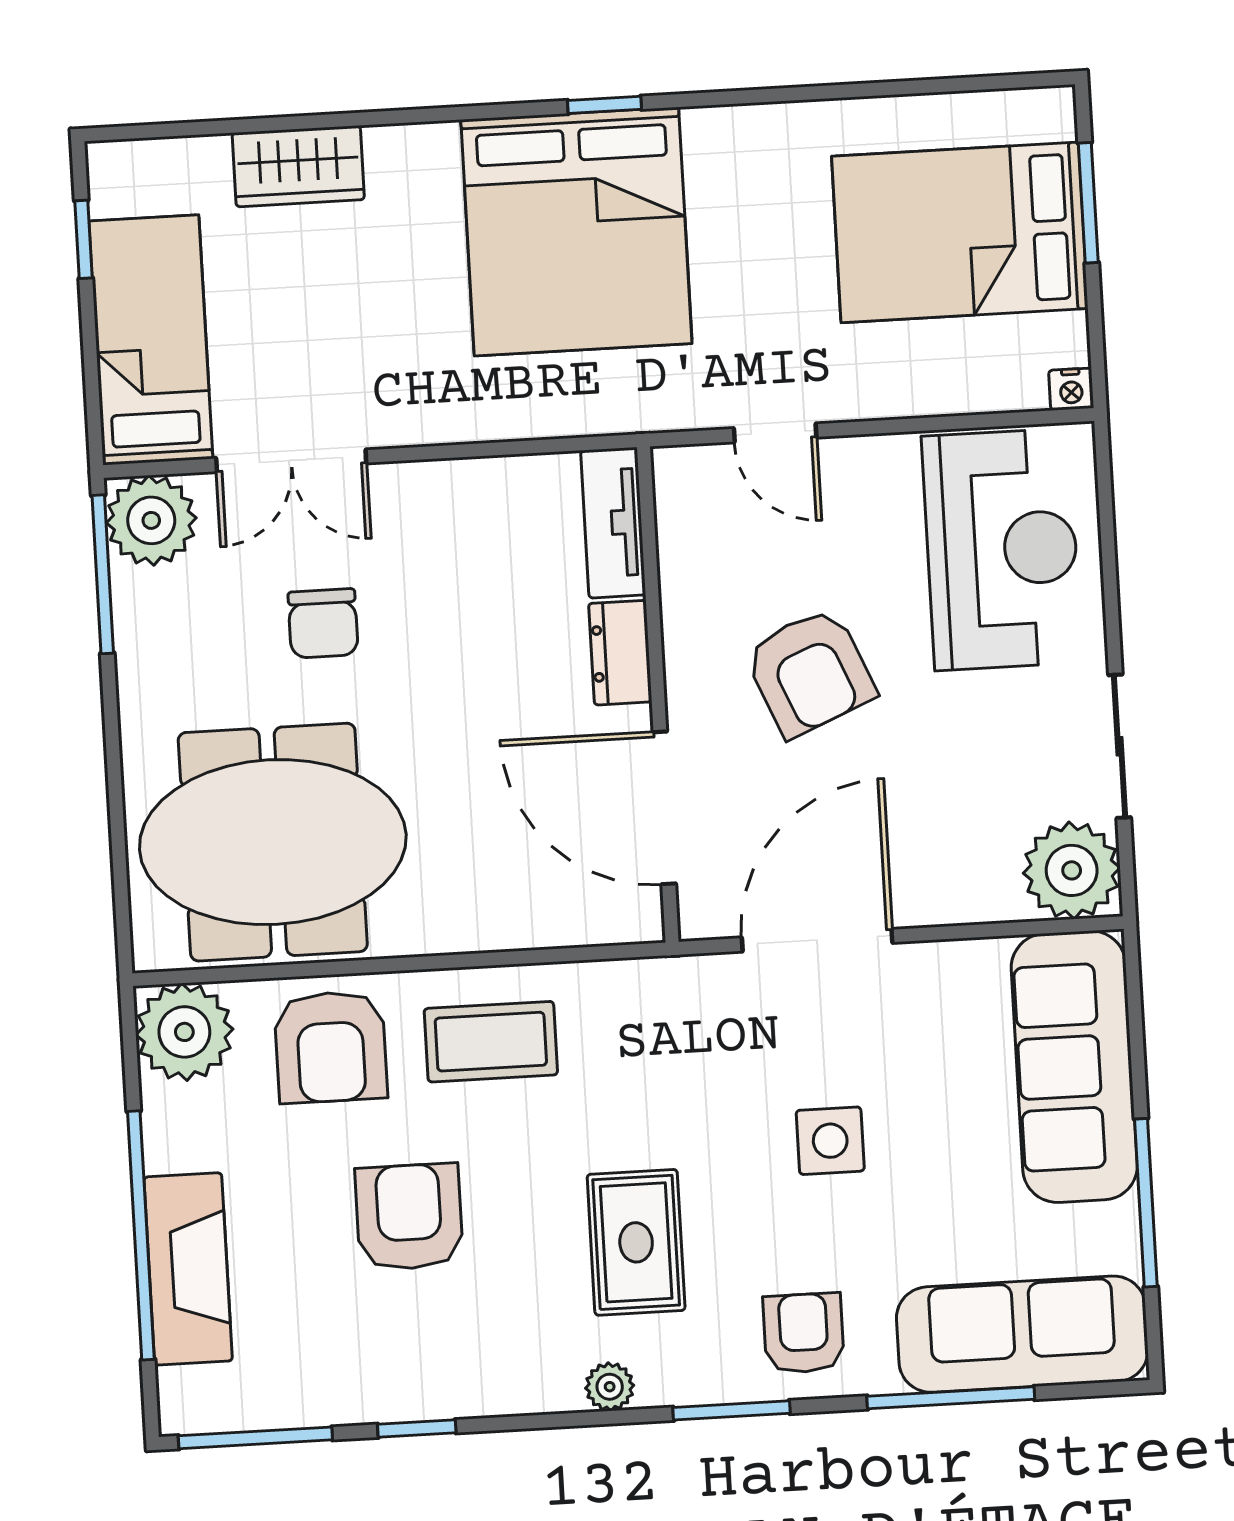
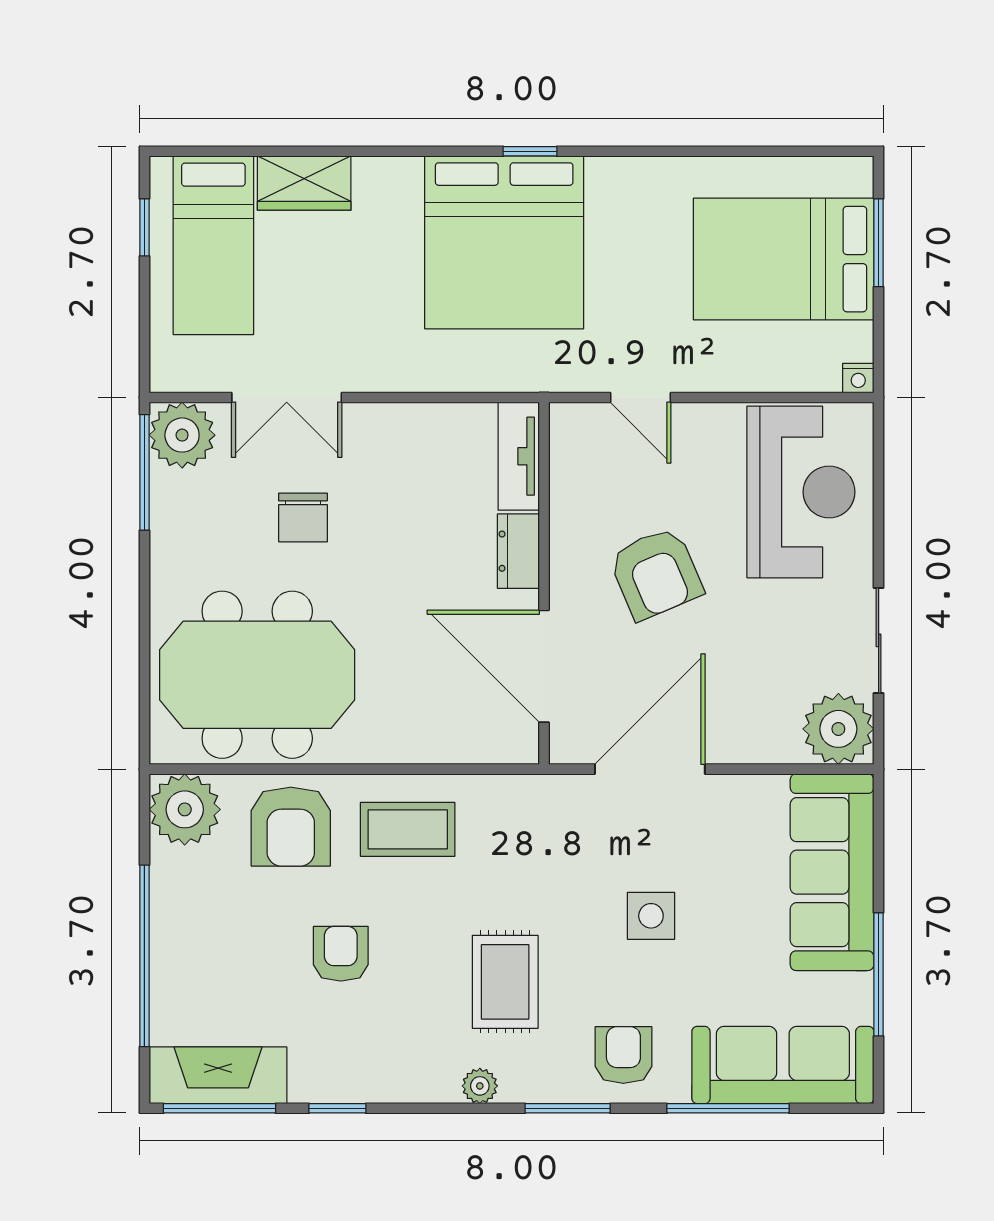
bed: (151, 340) -> (213, 245), moved, turned 180
armchair: (409, 1217) -> (341, 954), width x0.72, depth x0.72
fireplace: (188, 1269) -> (218, 1075), moved, turned -90

